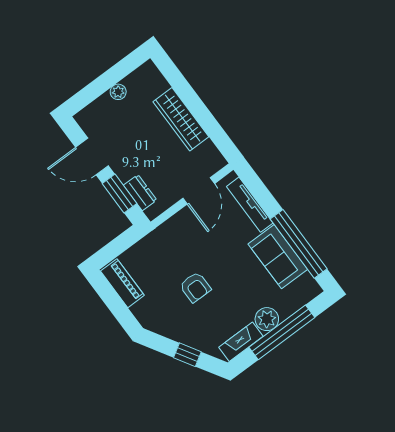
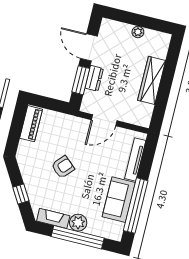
door: (199, 191) -> (104, 120), moved
dresser: (140, 193) -> (94, 78), moved
armchair: (195, 287) -> (63, 167), turned -138

